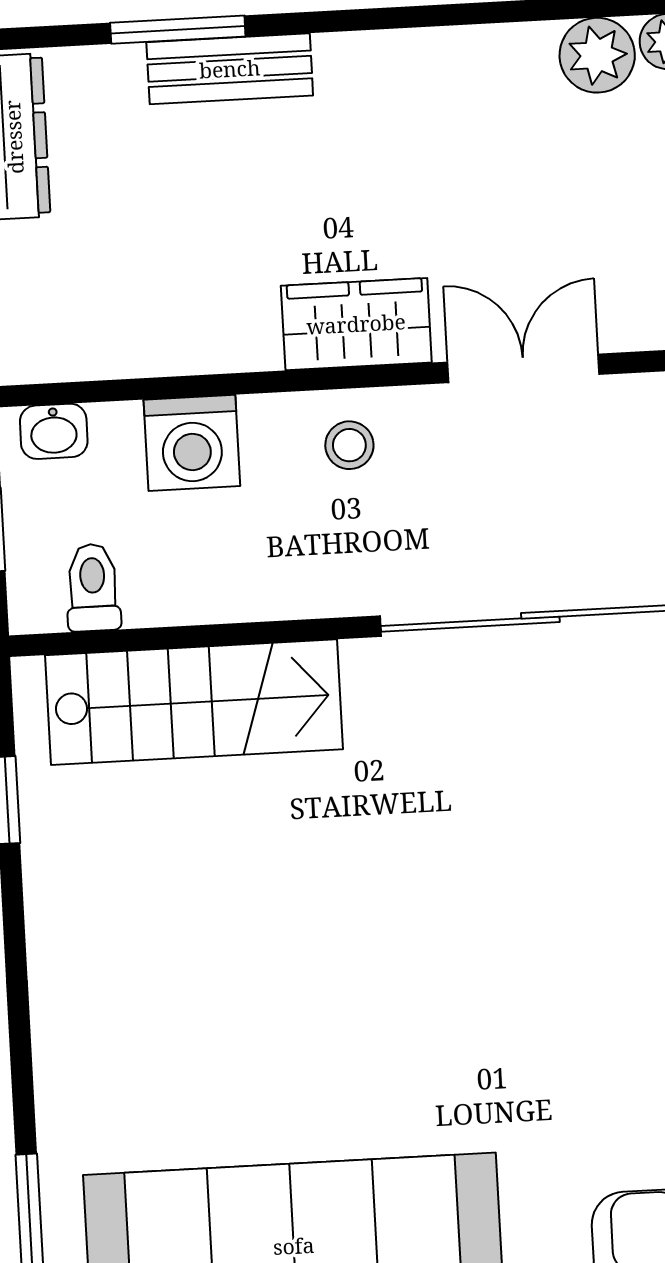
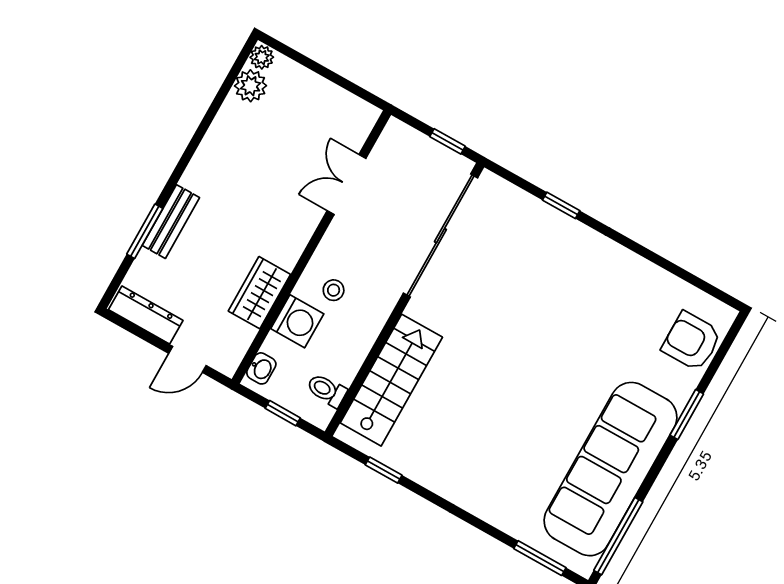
wardrobe: (356, 324) -> (259, 293), moved
stool: (349, 445) -> (334, 290), moved

